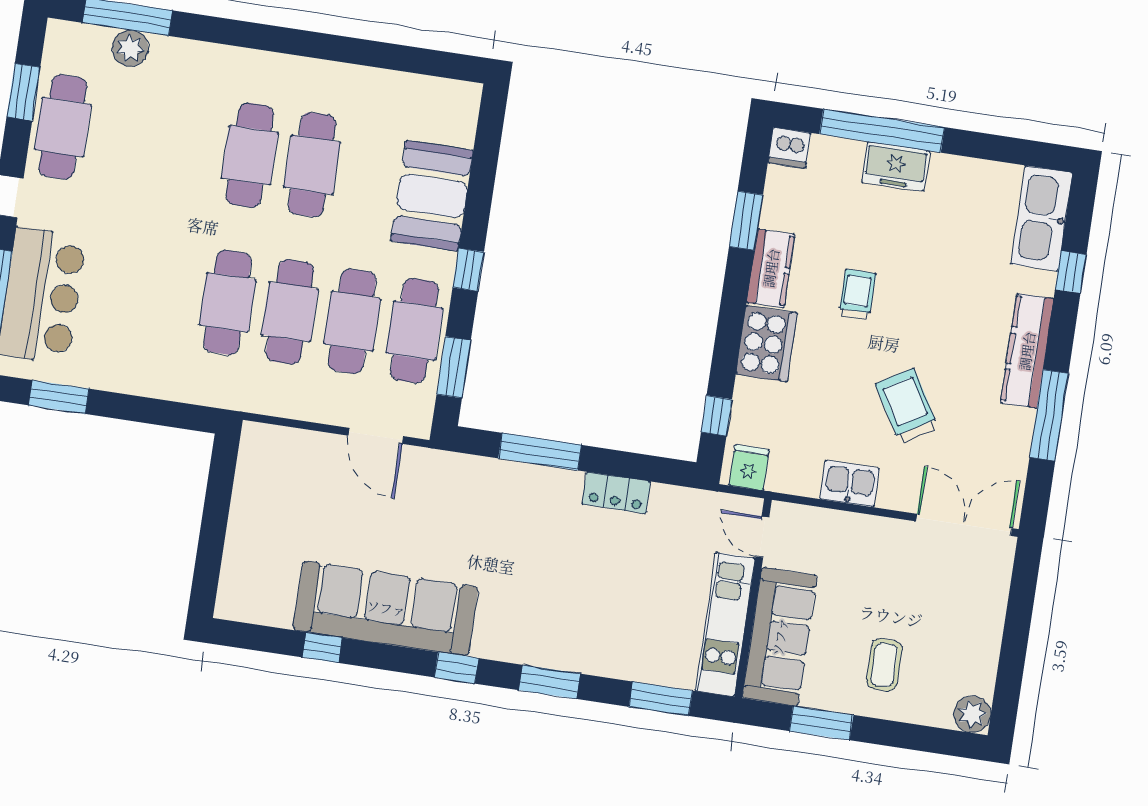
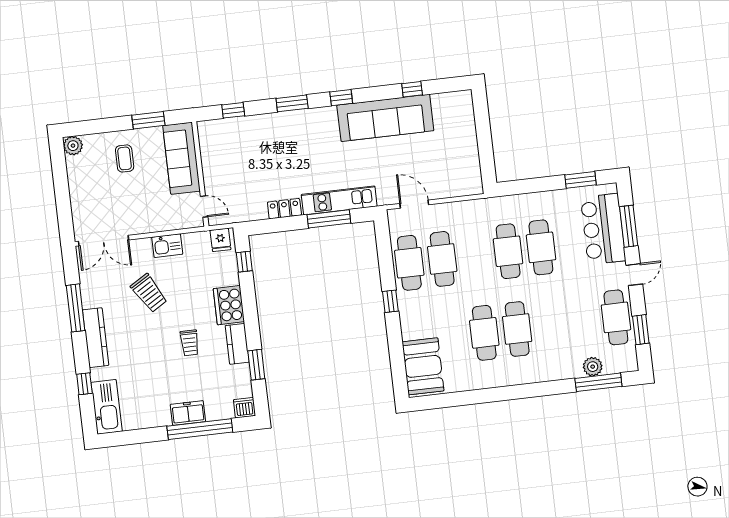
booth: (432, 196) -> (423, 366), moved
cafe table: (290, 312) -> (541, 247), moved
window: (454, 367) -> (384, 250), removed
kitchen unit: (725, 624) -> (339, 200), moved, turned -90
window: (661, 699) -> (233, 110), width x0.67

